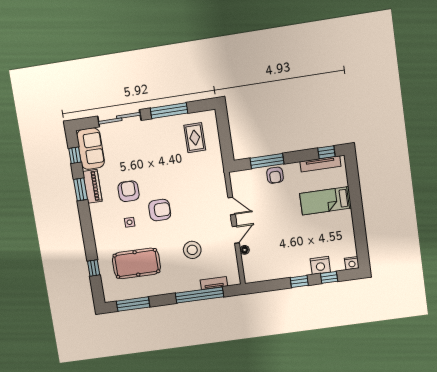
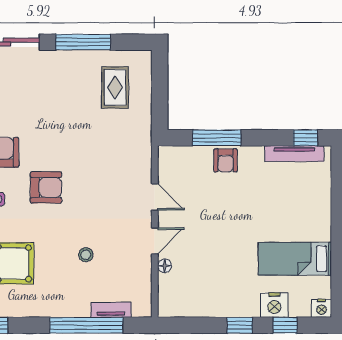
bed: (326, 201) -> (295, 259), moved
stool: (192, 250) -> (86, 255), width x0.53, depth x0.53

